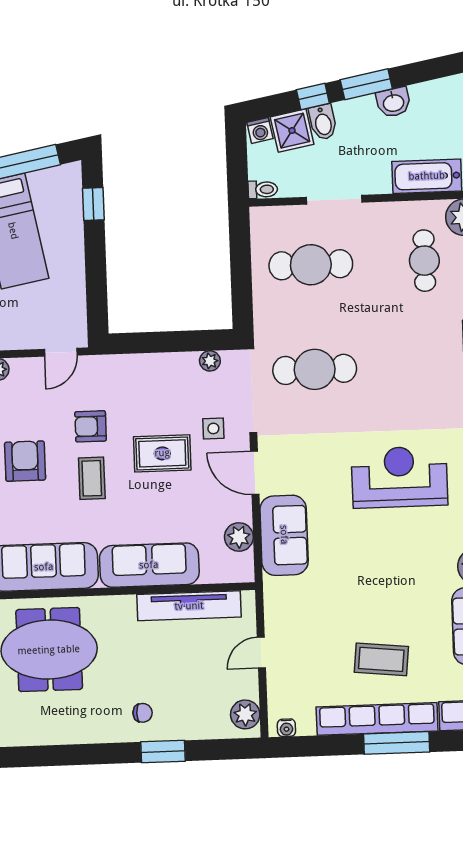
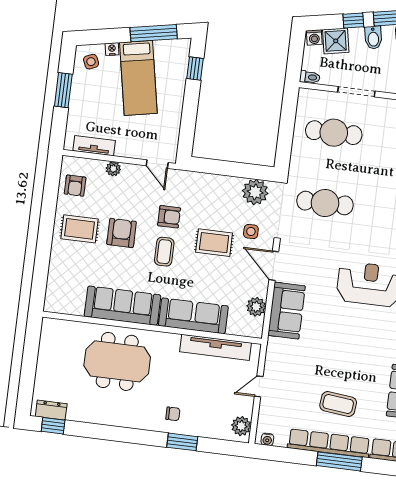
bidet: (323, 122) -> (373, 38), moved
door: (61, 352) -> (157, 164), hinge flipped
plant: (210, 361) -> (255, 192), width x1.88, depth x1.88
armchair: (91, 426) -> (169, 217), turned 180

